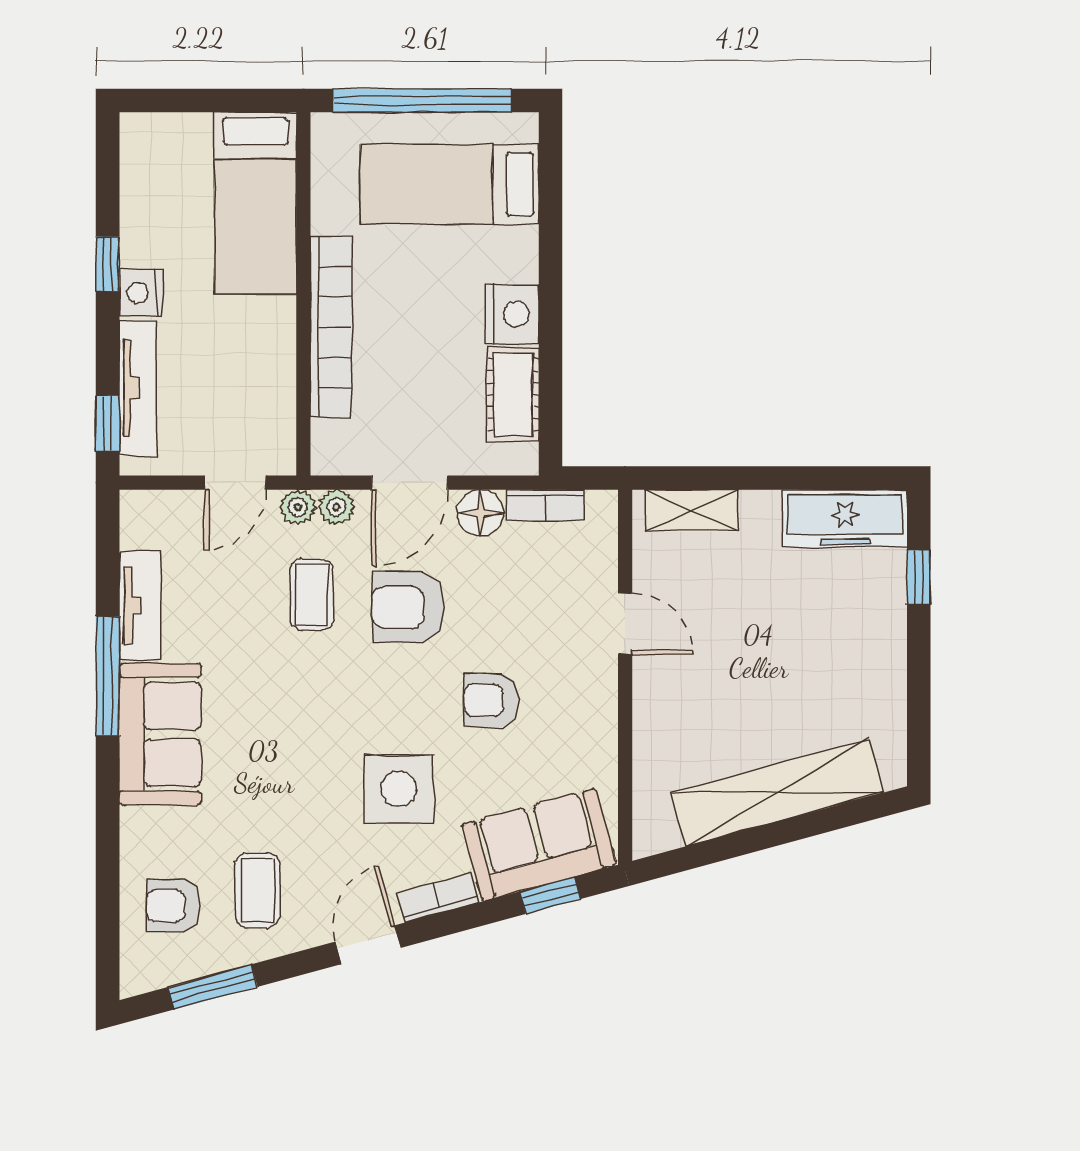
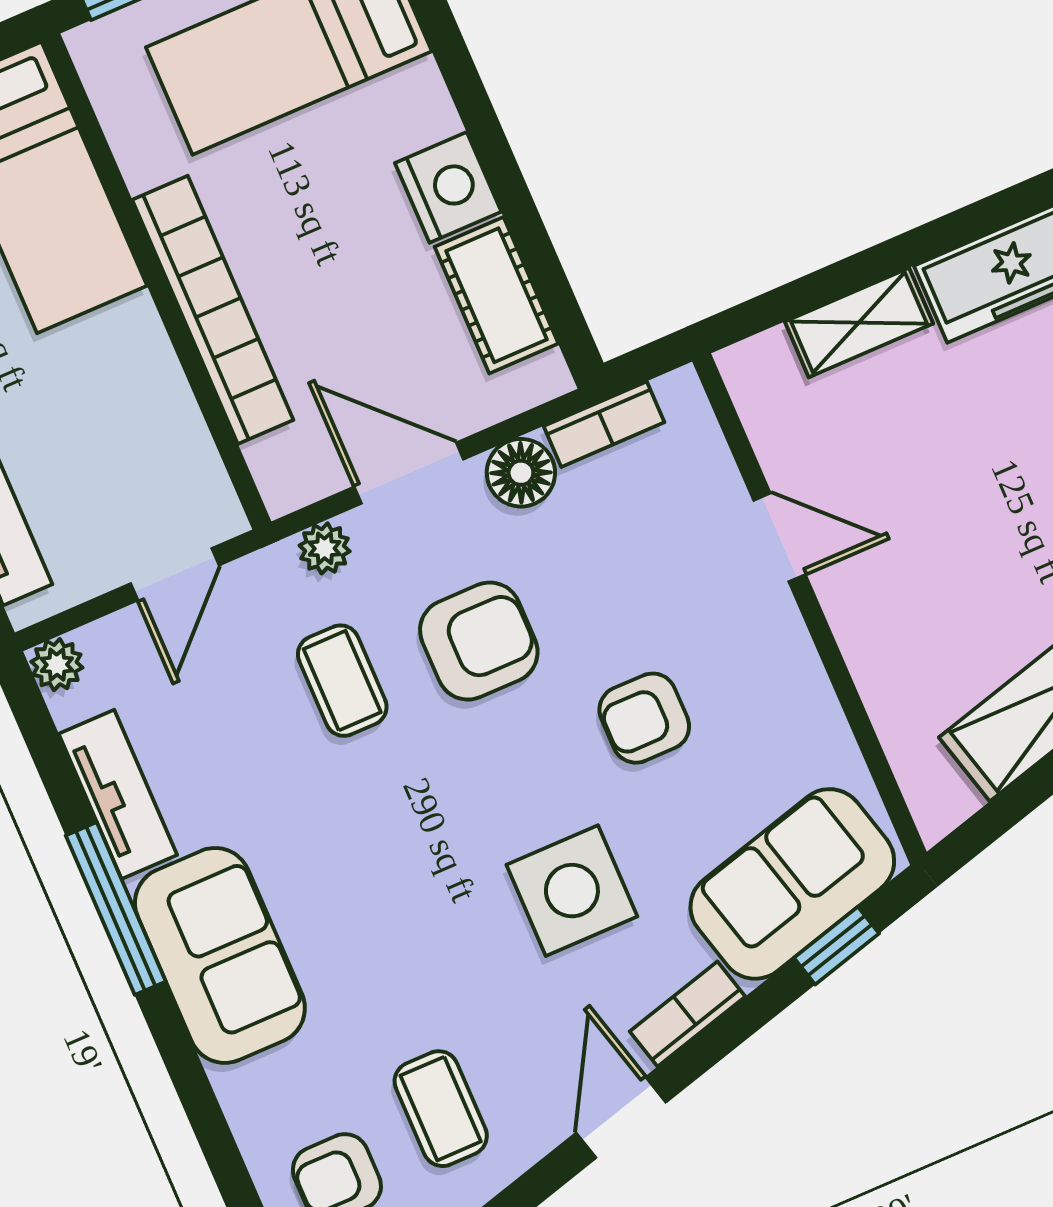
door: (410, 483) -> (409, 473), swing flipped
plant: (298, 507) -> (57, 665), moved
shelving: (692, 510) -> (859, 323), moved
armchair: (408, 607) -> (479, 641), turned 180

